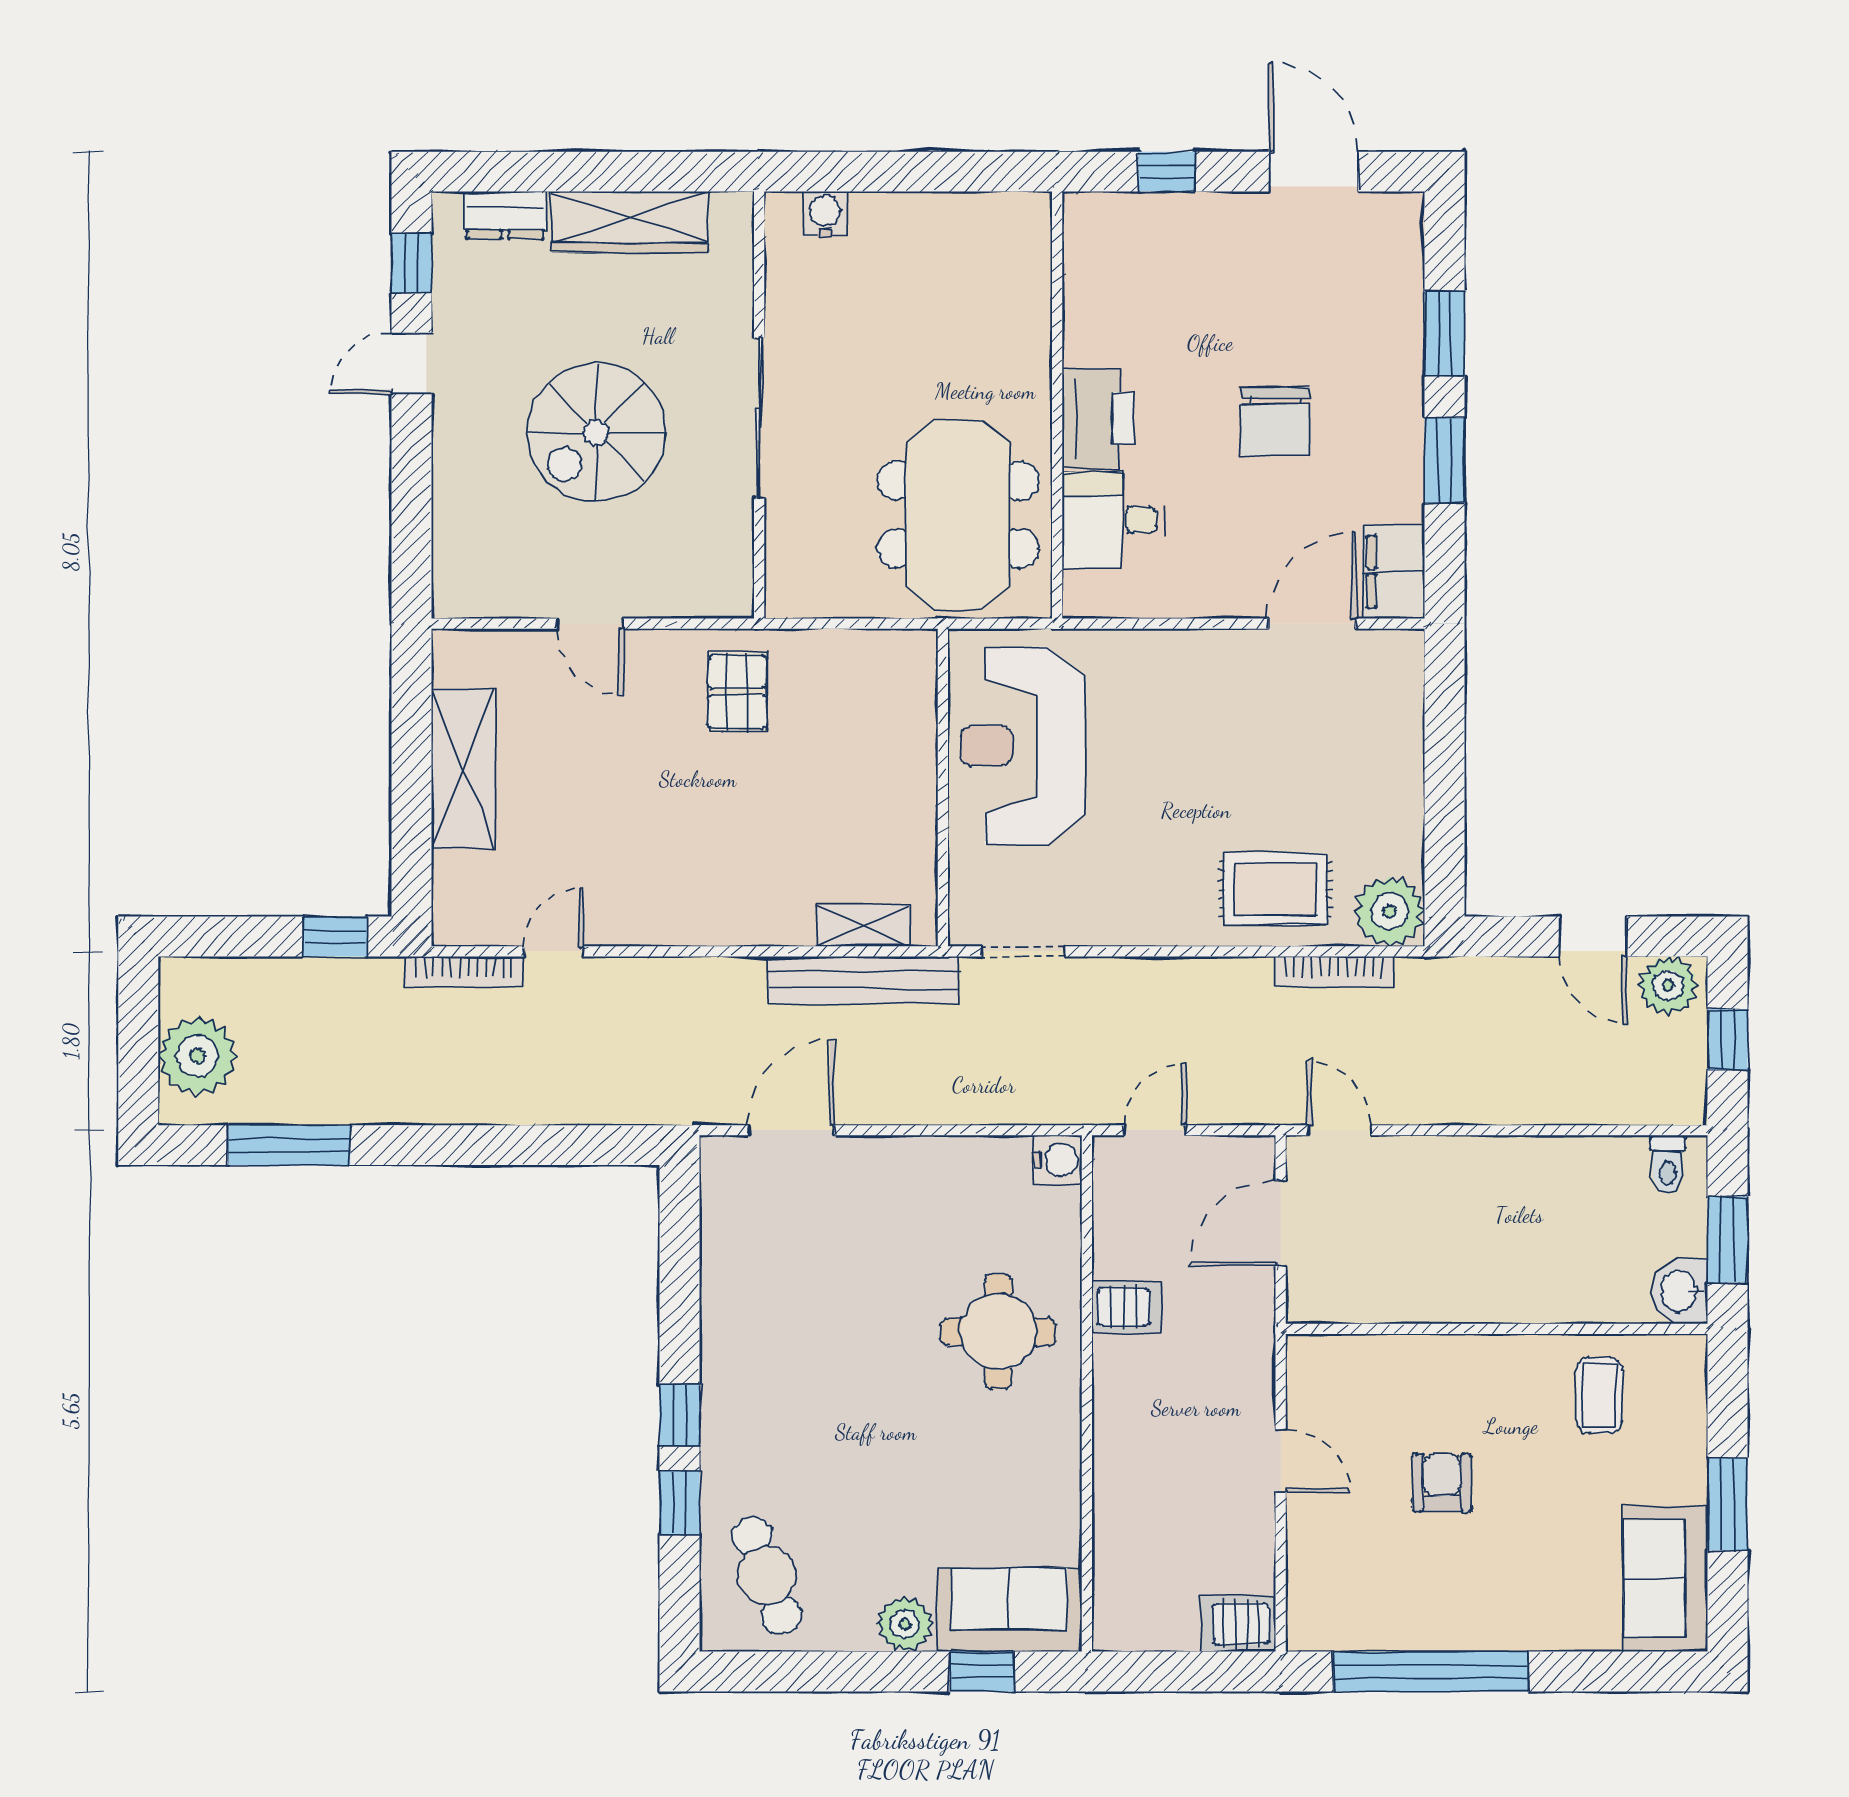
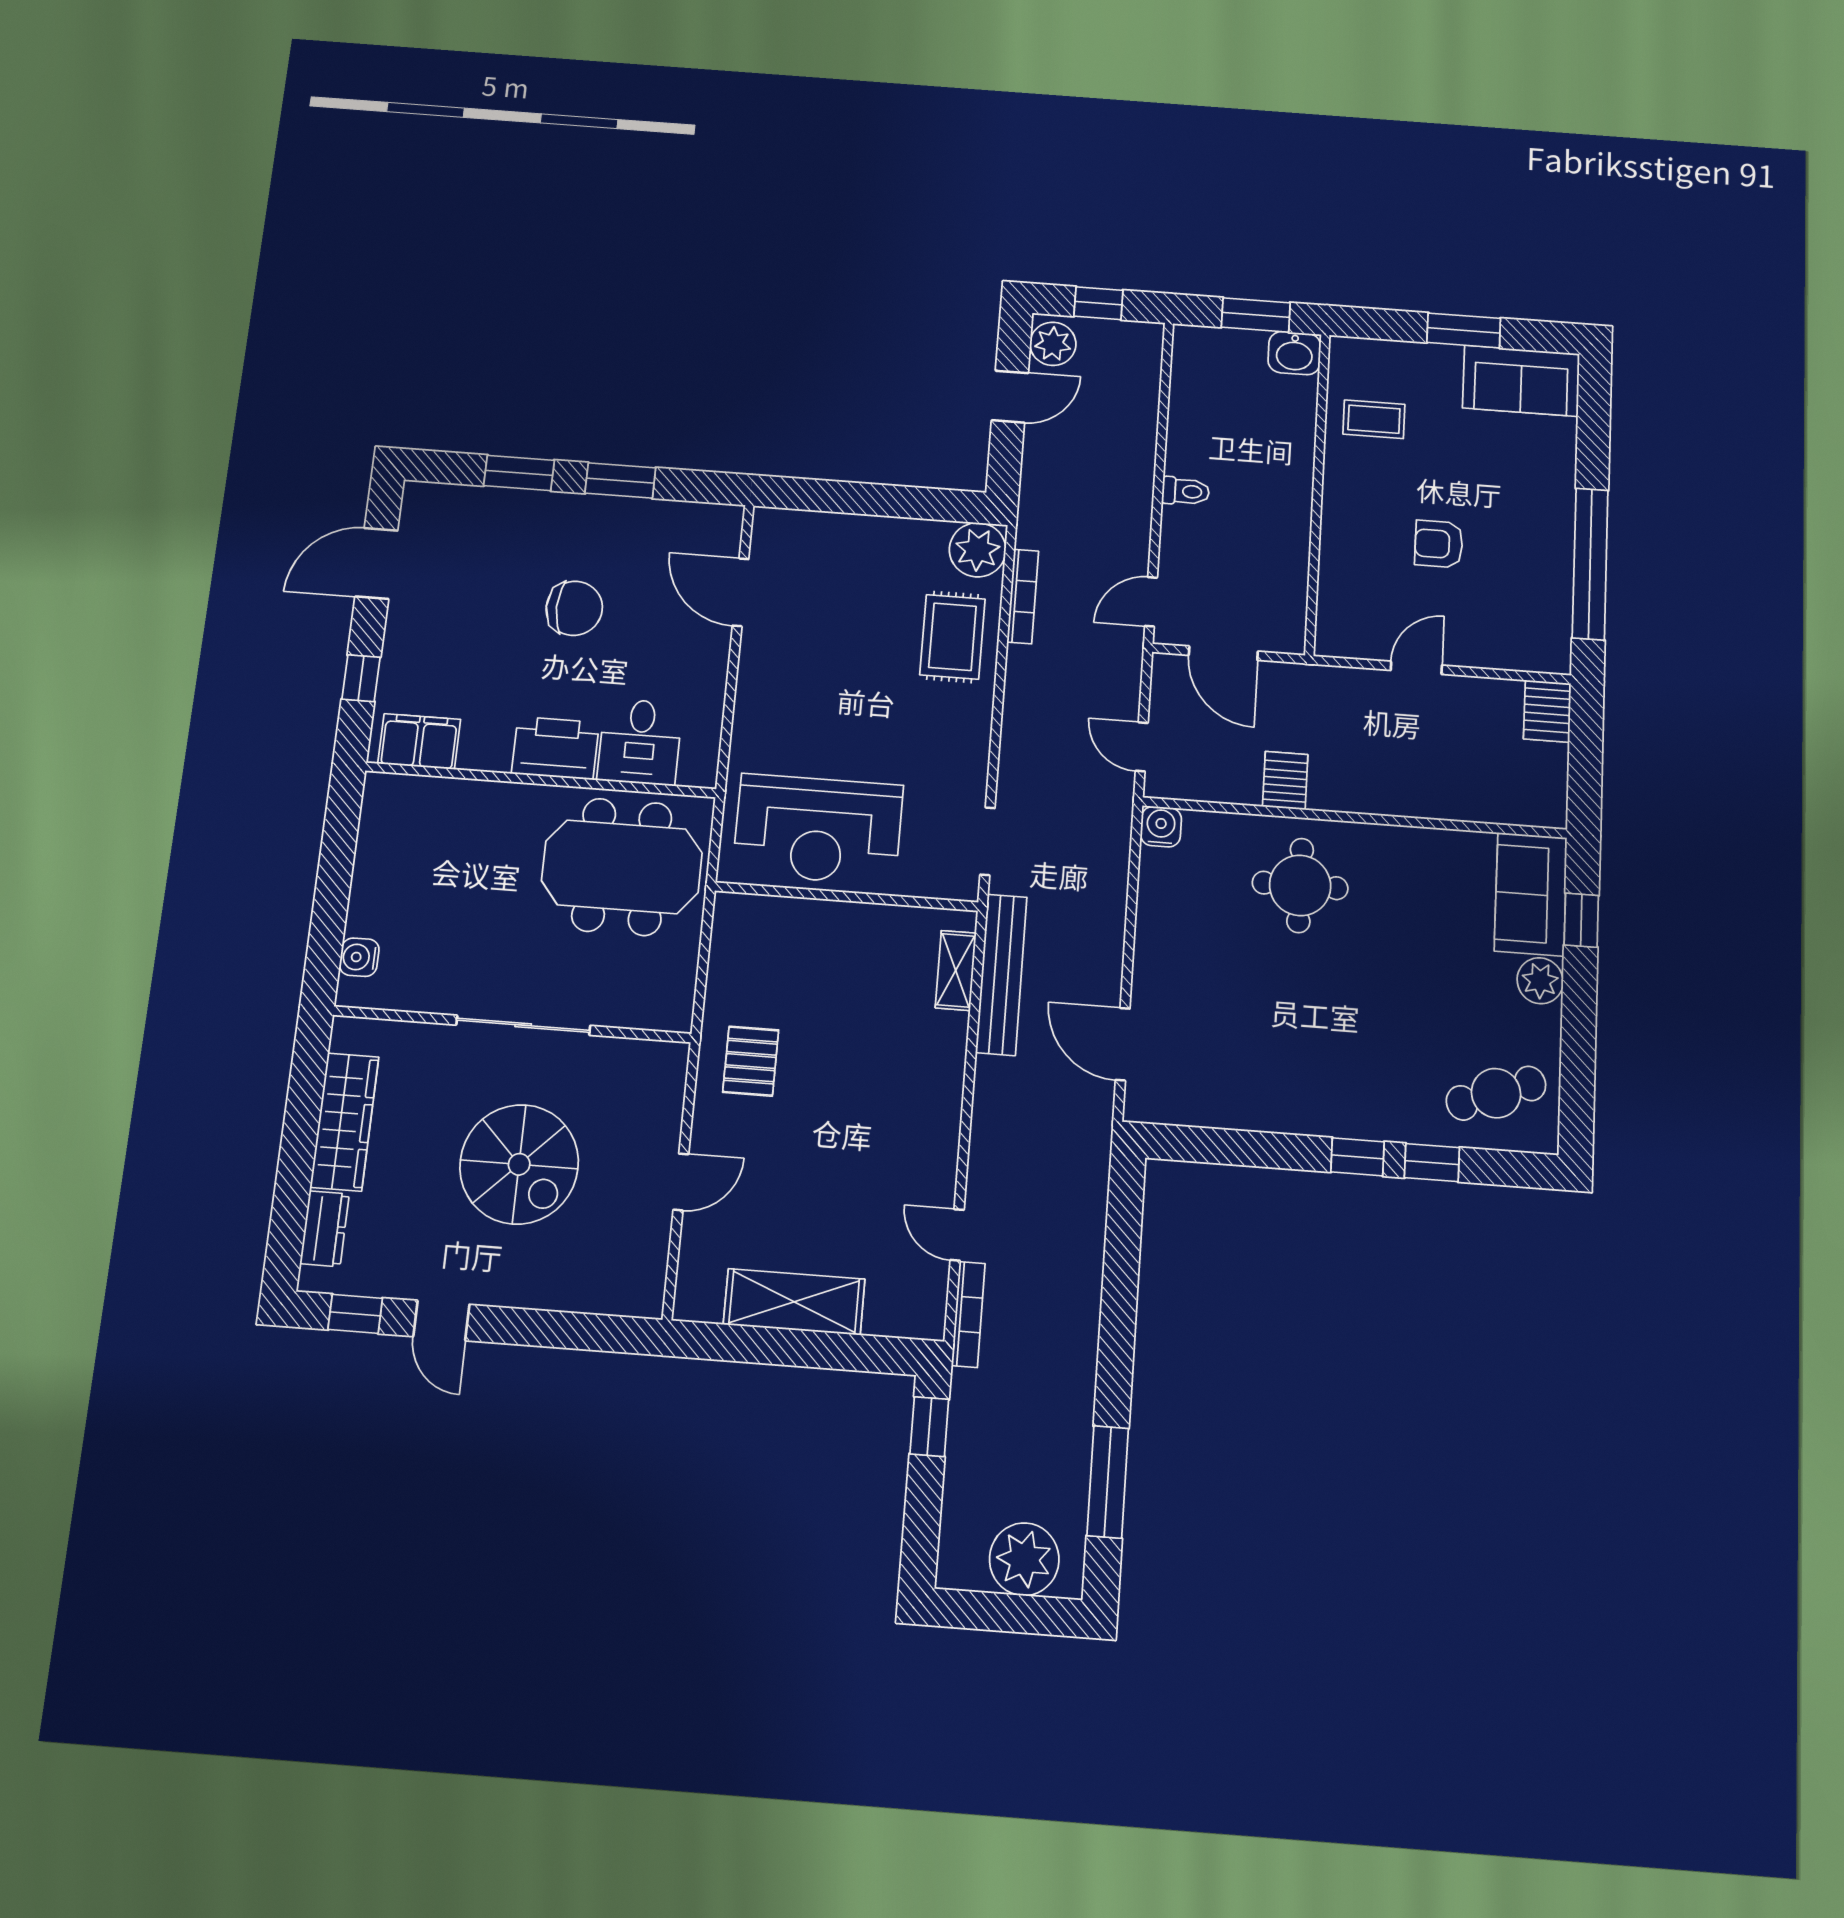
filing cabinet: (1393, 572) -> (419, 741), moved, turned 180
pallet: (737, 692) -> (751, 1061), turned 90
toilet: (1668, 1164) -> (1186, 491), moved

